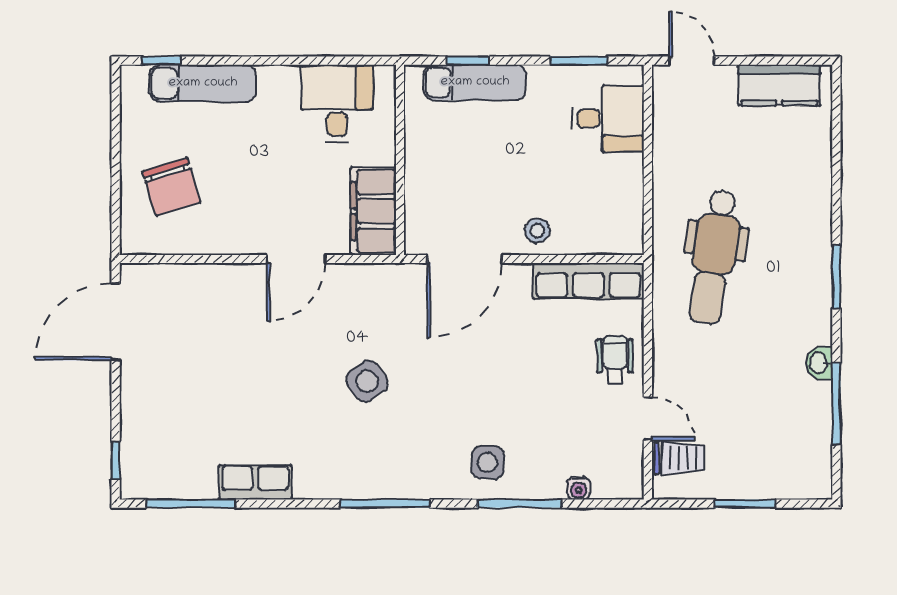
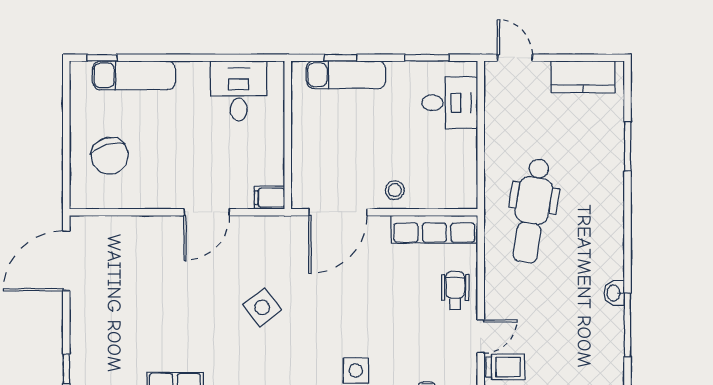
filing cabinet: (373, 211) -> (269, 198), width x0.33, depth x0.86
window: (836, 277) -> (627, 146), moved
door: (648, 419) -> (481, 336), hinge flipped

